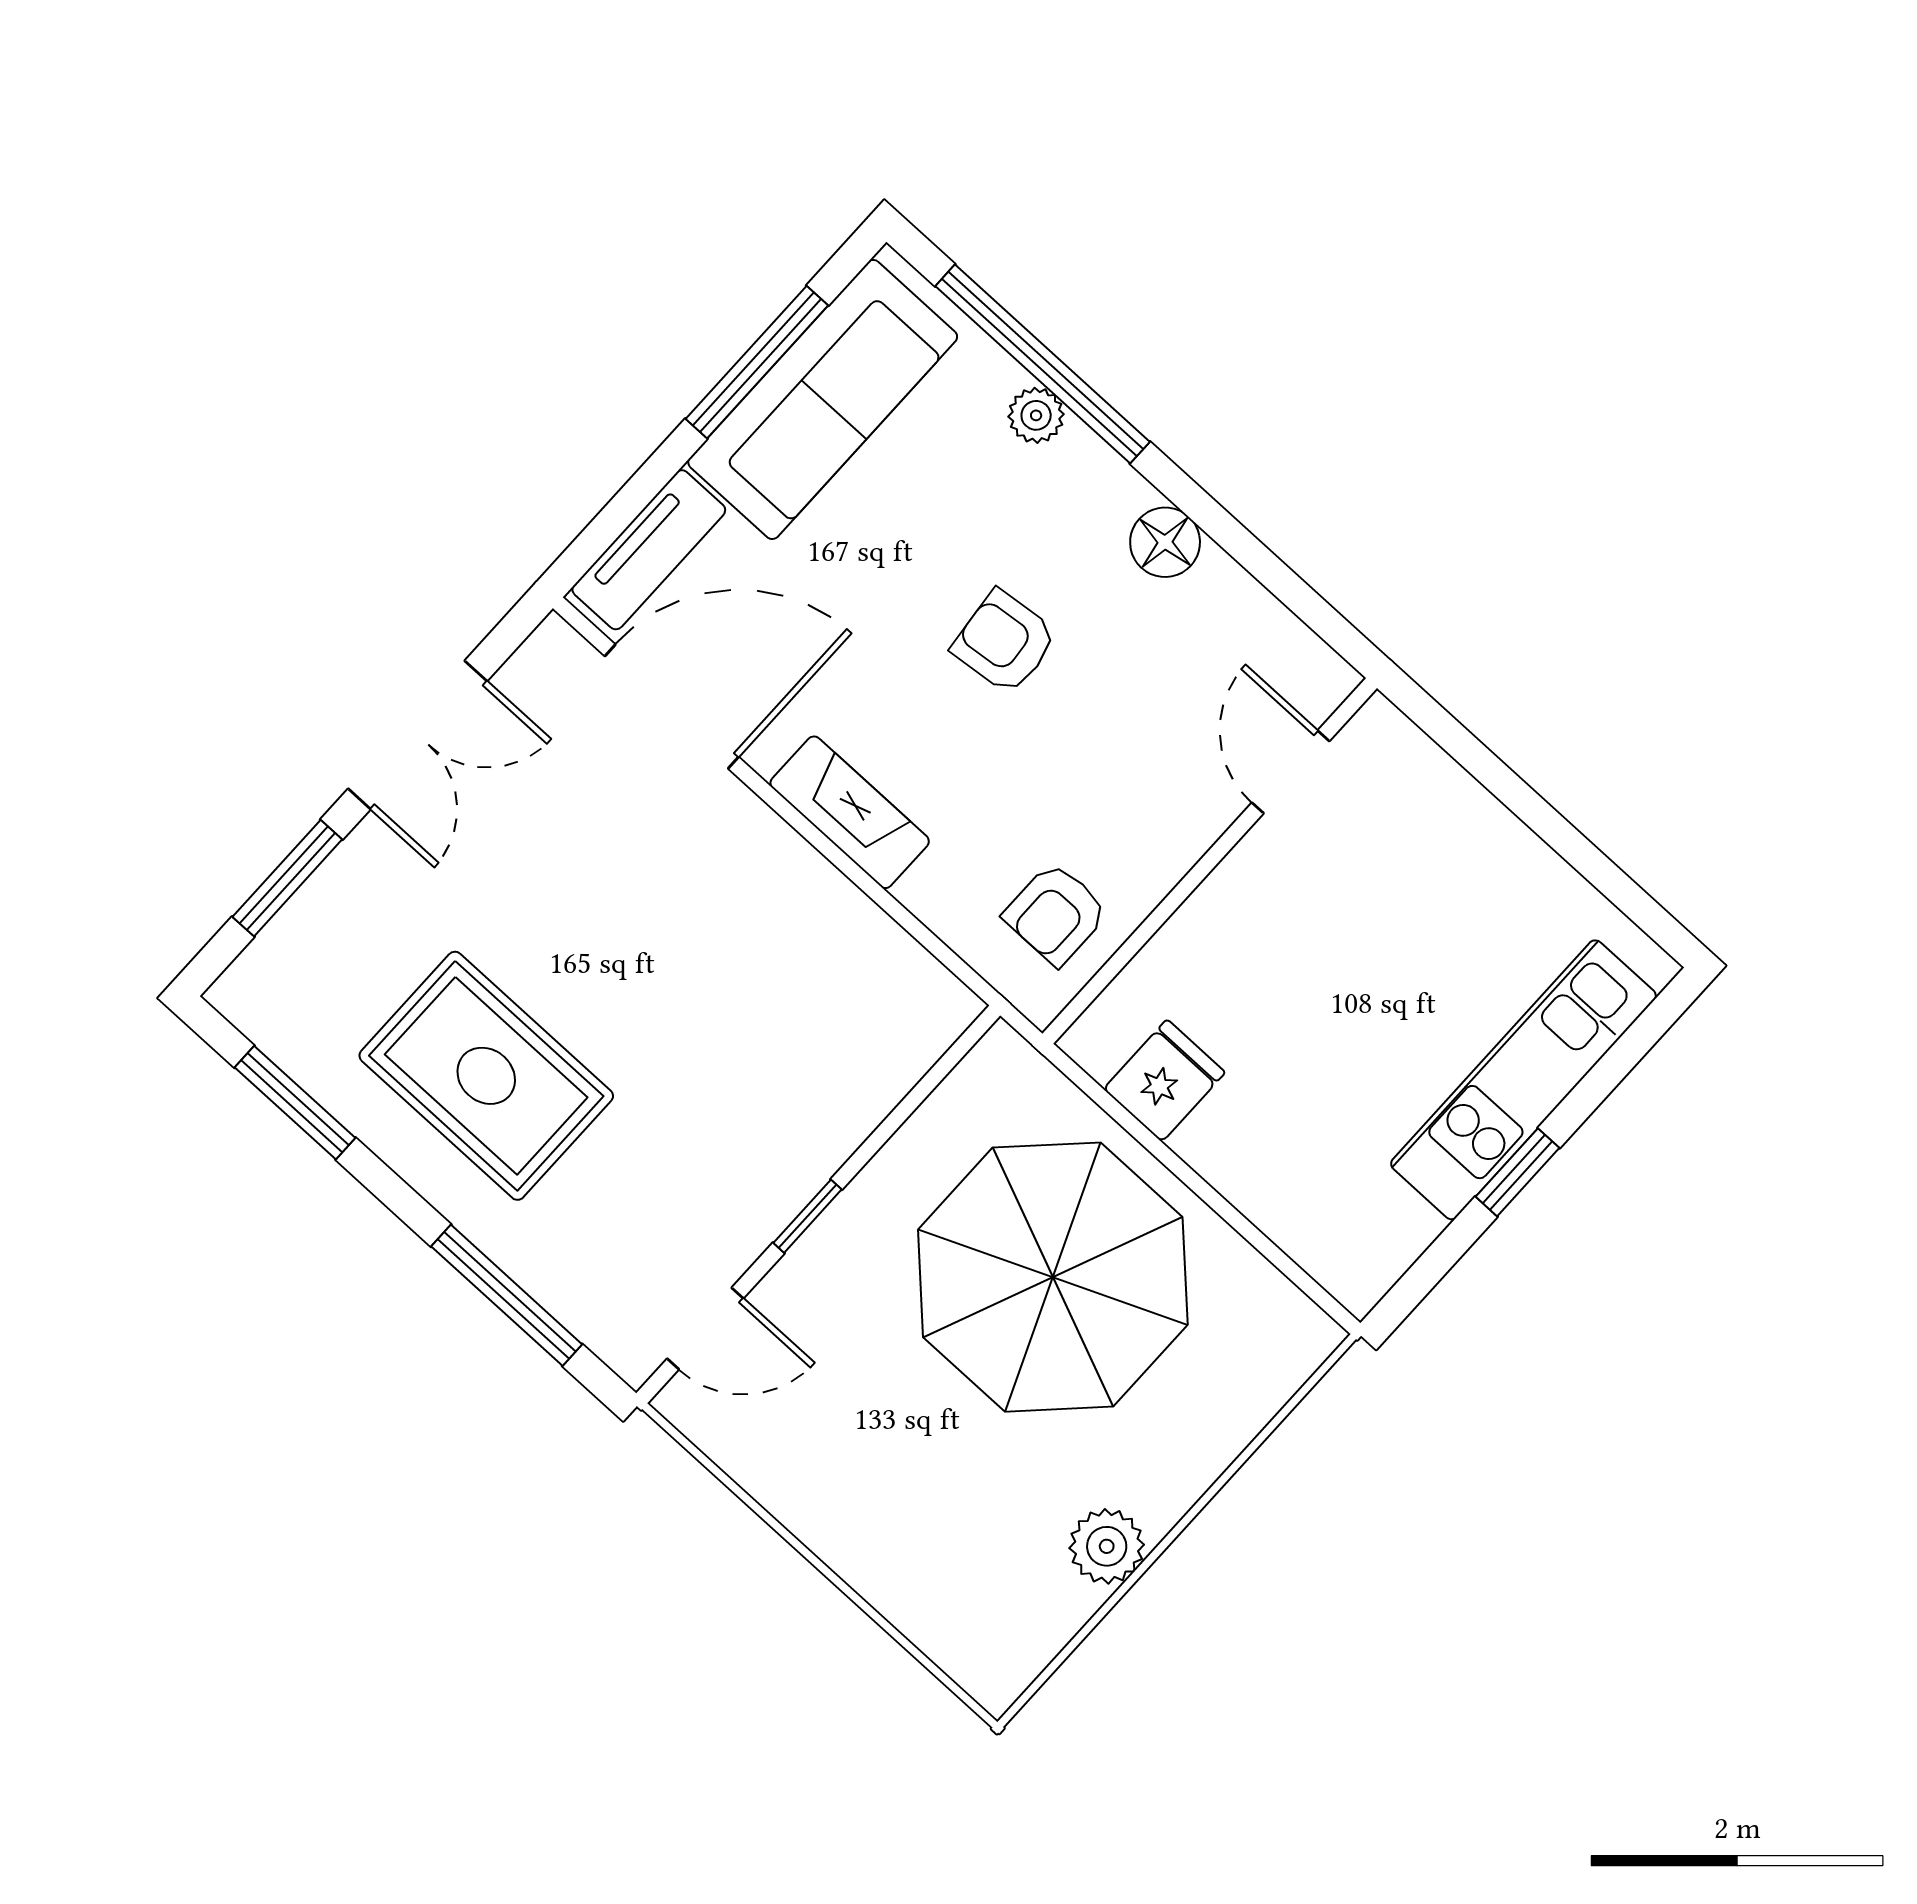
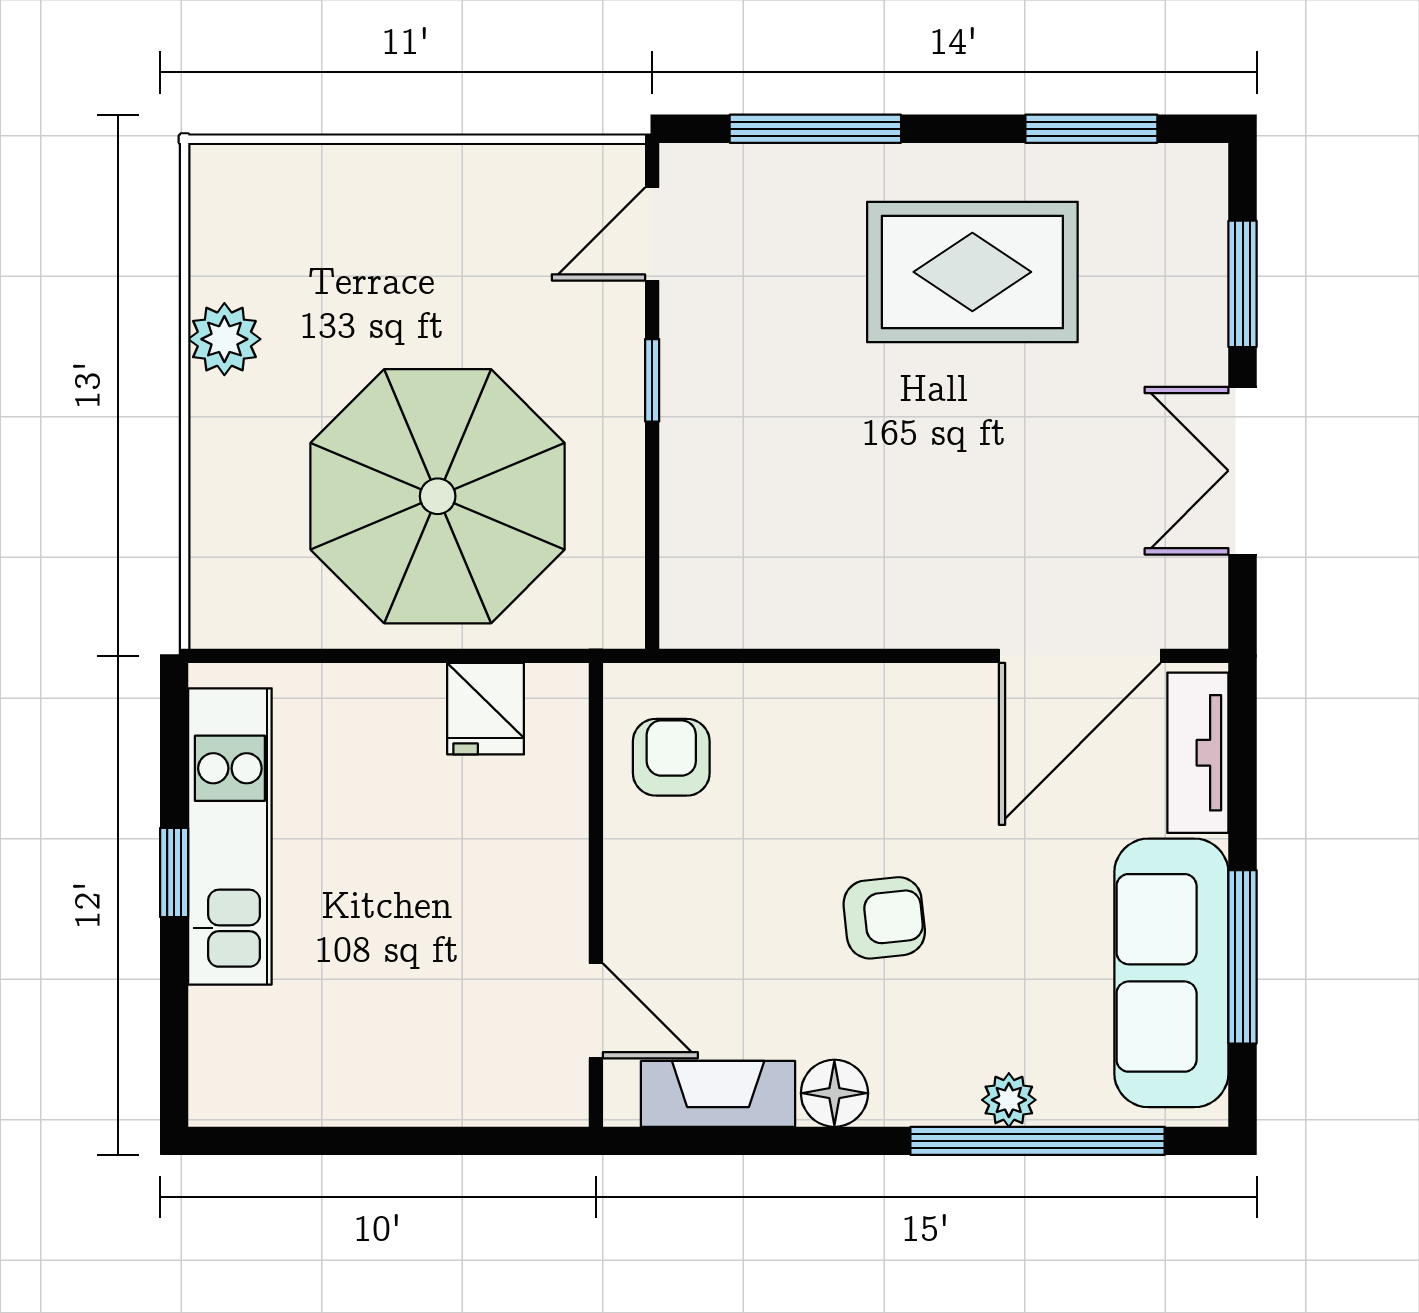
fireplace: (850, 812) -> (718, 1094), moved, turned 180
kitchen unit: (1523, 1080) -> (230, 836), moved

